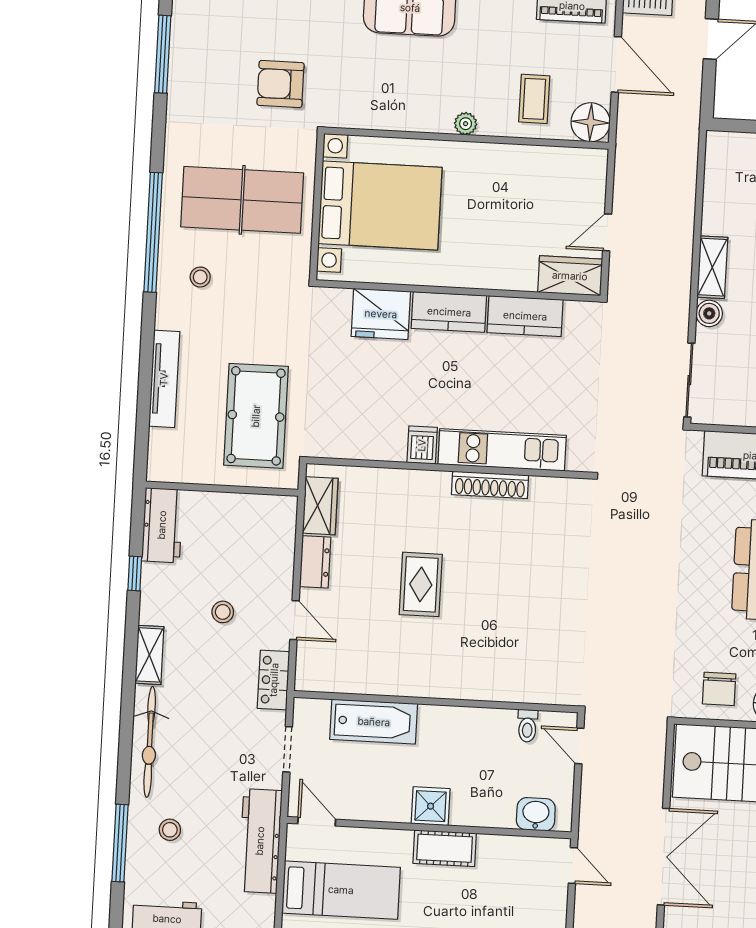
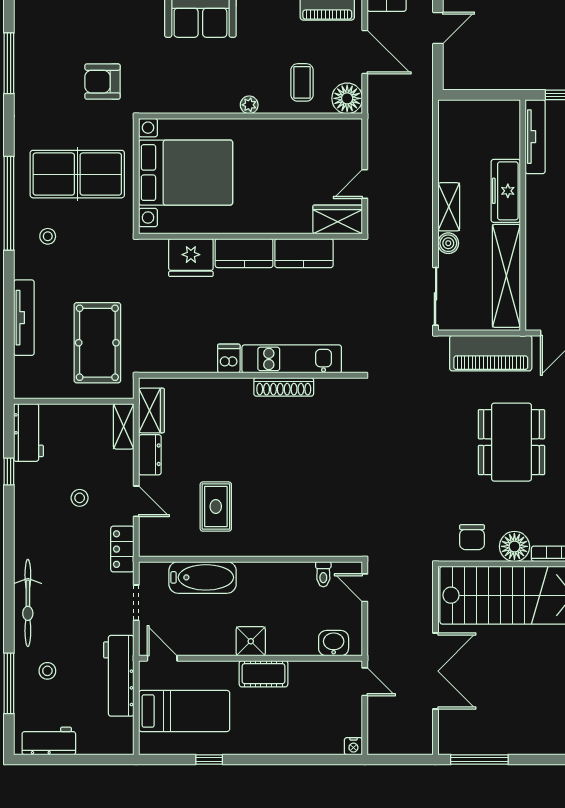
rug: (421, 584) -> (216, 507), moved
shelving: (149, 655) -> (124, 426), moved

